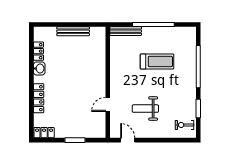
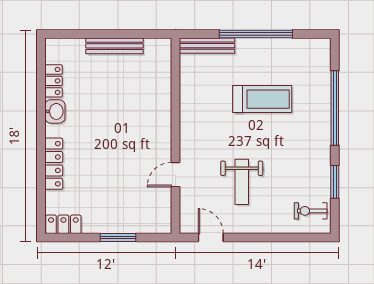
weight bench: (145, 109) -> (242, 182), turned -90

